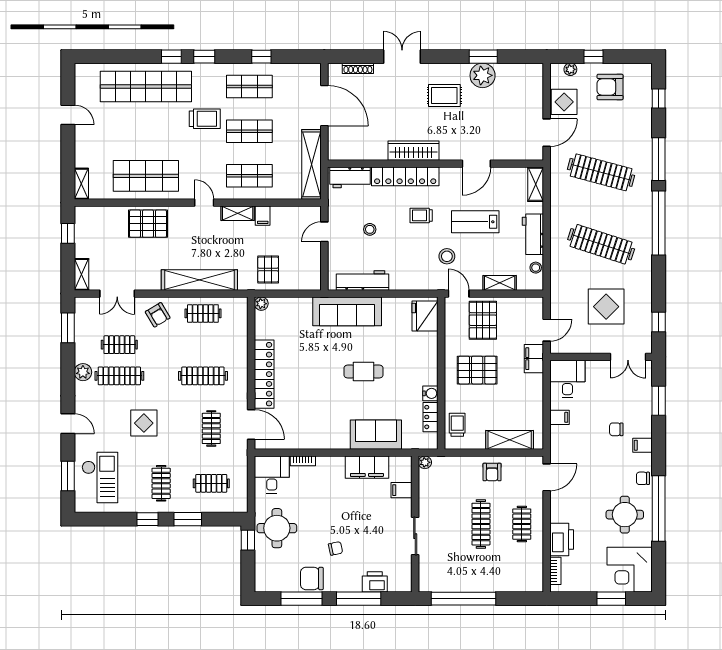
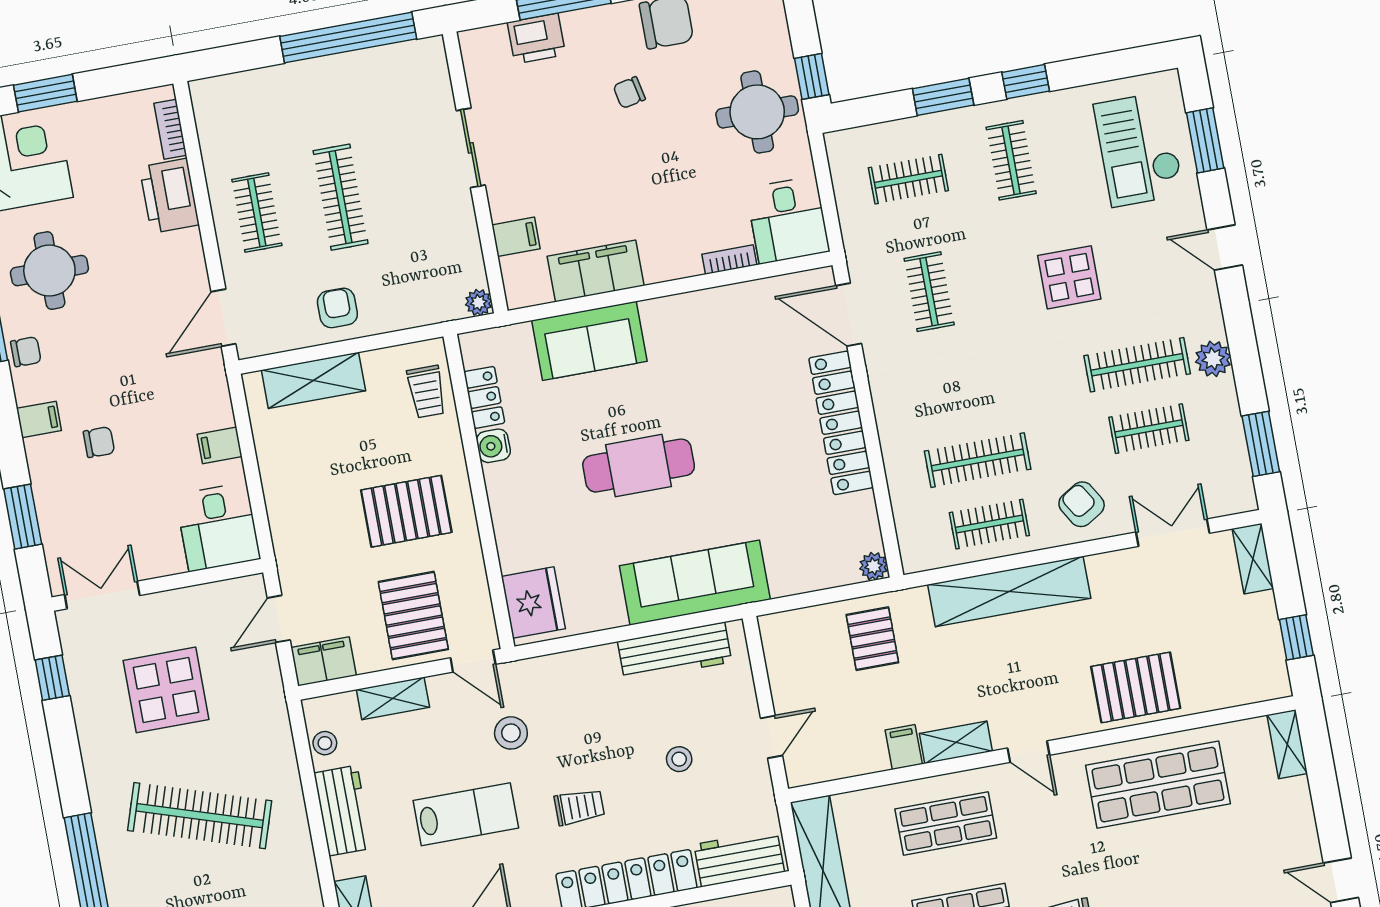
filing cabinet: (534, 359) -> (324, 662), moved, turned -90
cafe table: (363, 372) -> (639, 466), width x1.37, depth x1.35
clothes rail: (203, 376) -> (978, 460), moved

